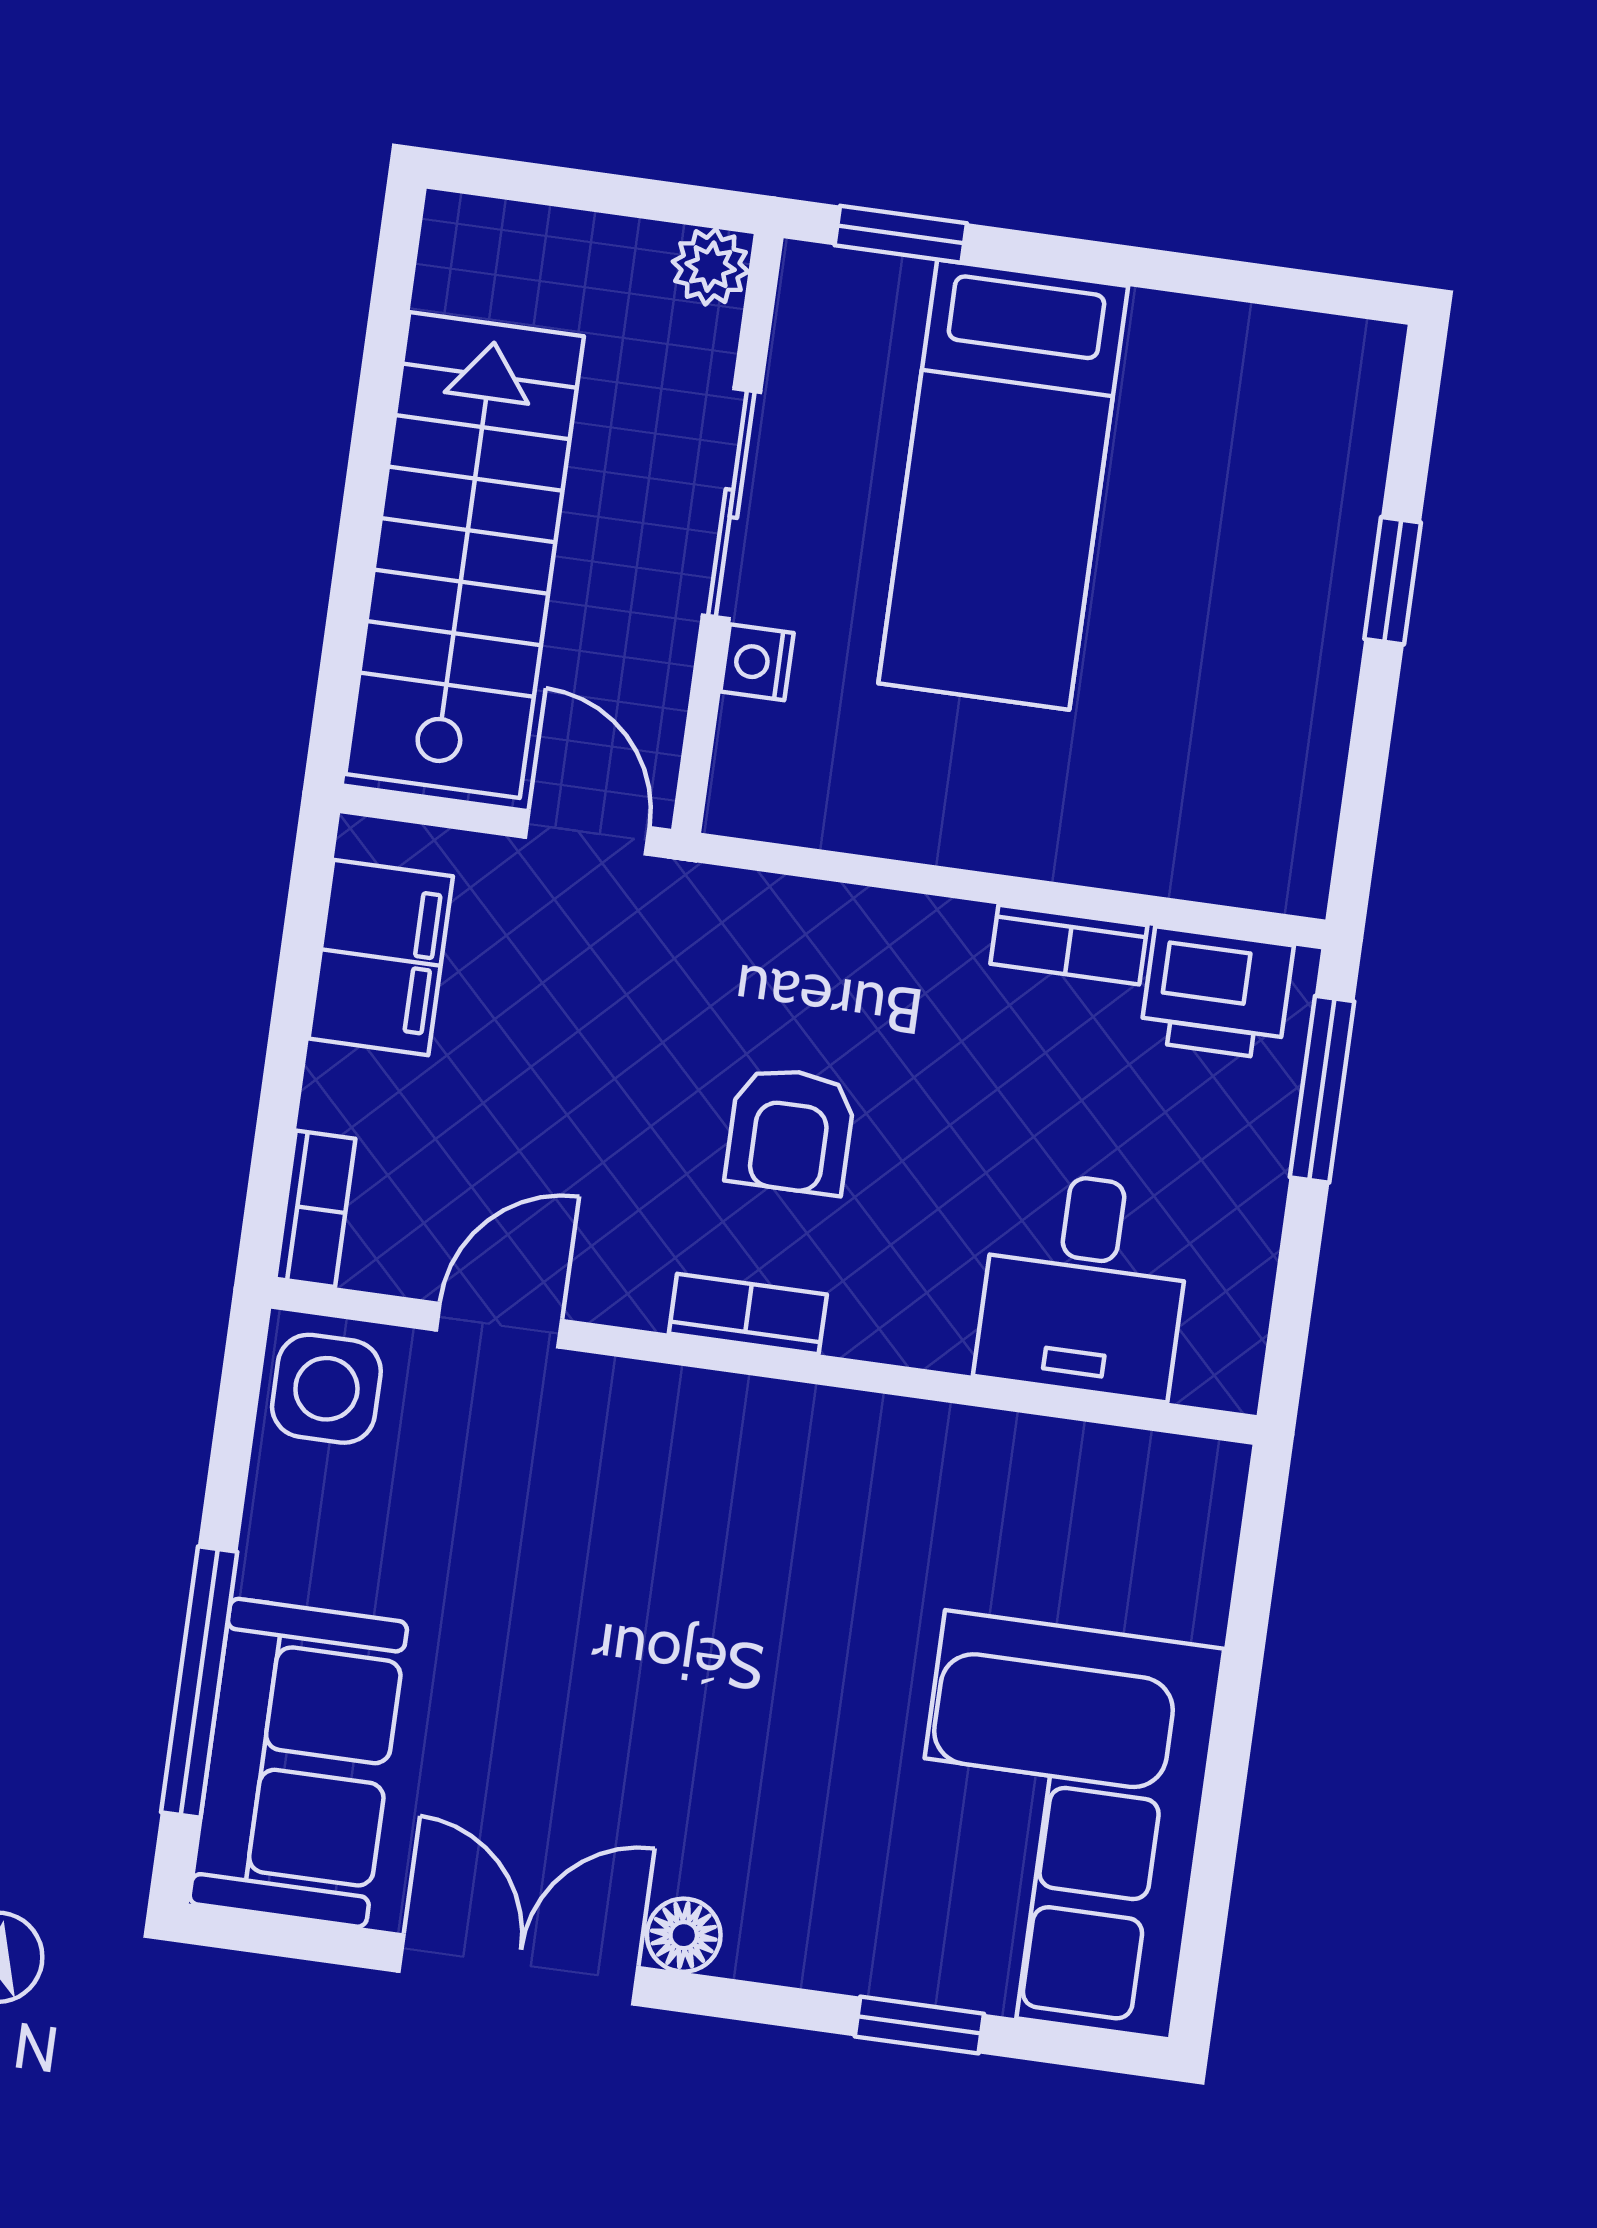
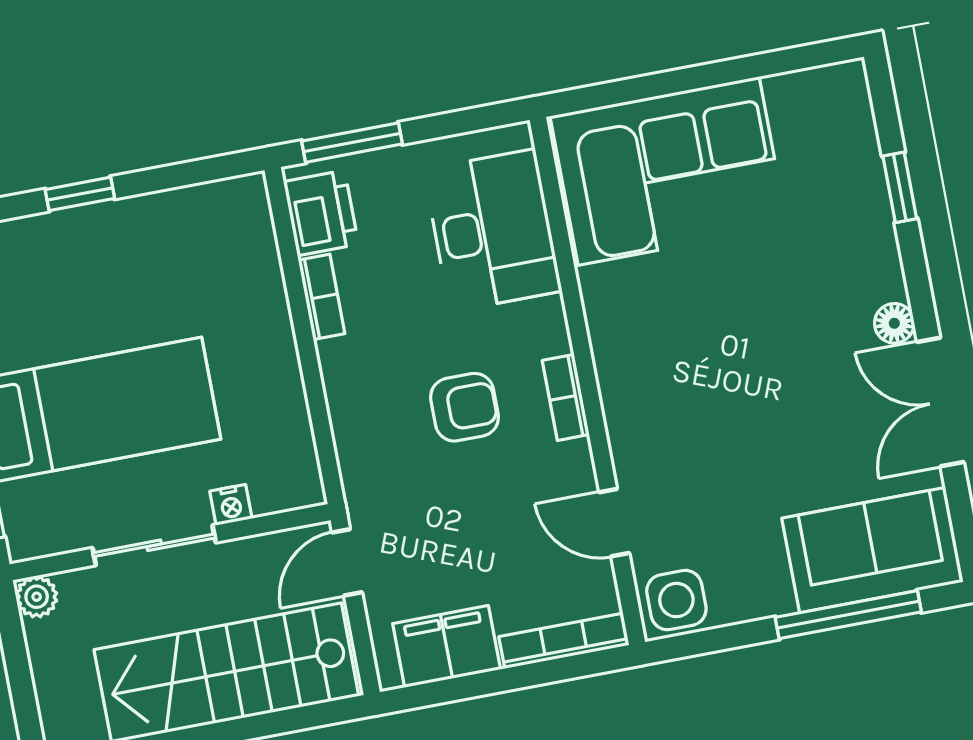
bookcase: (315, 1209) -> (564, 641), width x1.56
desk: (1084, 1285) -> (493, 230), width x1.37
corner sofa: (1058, 1825) -> (669, 171), moved

